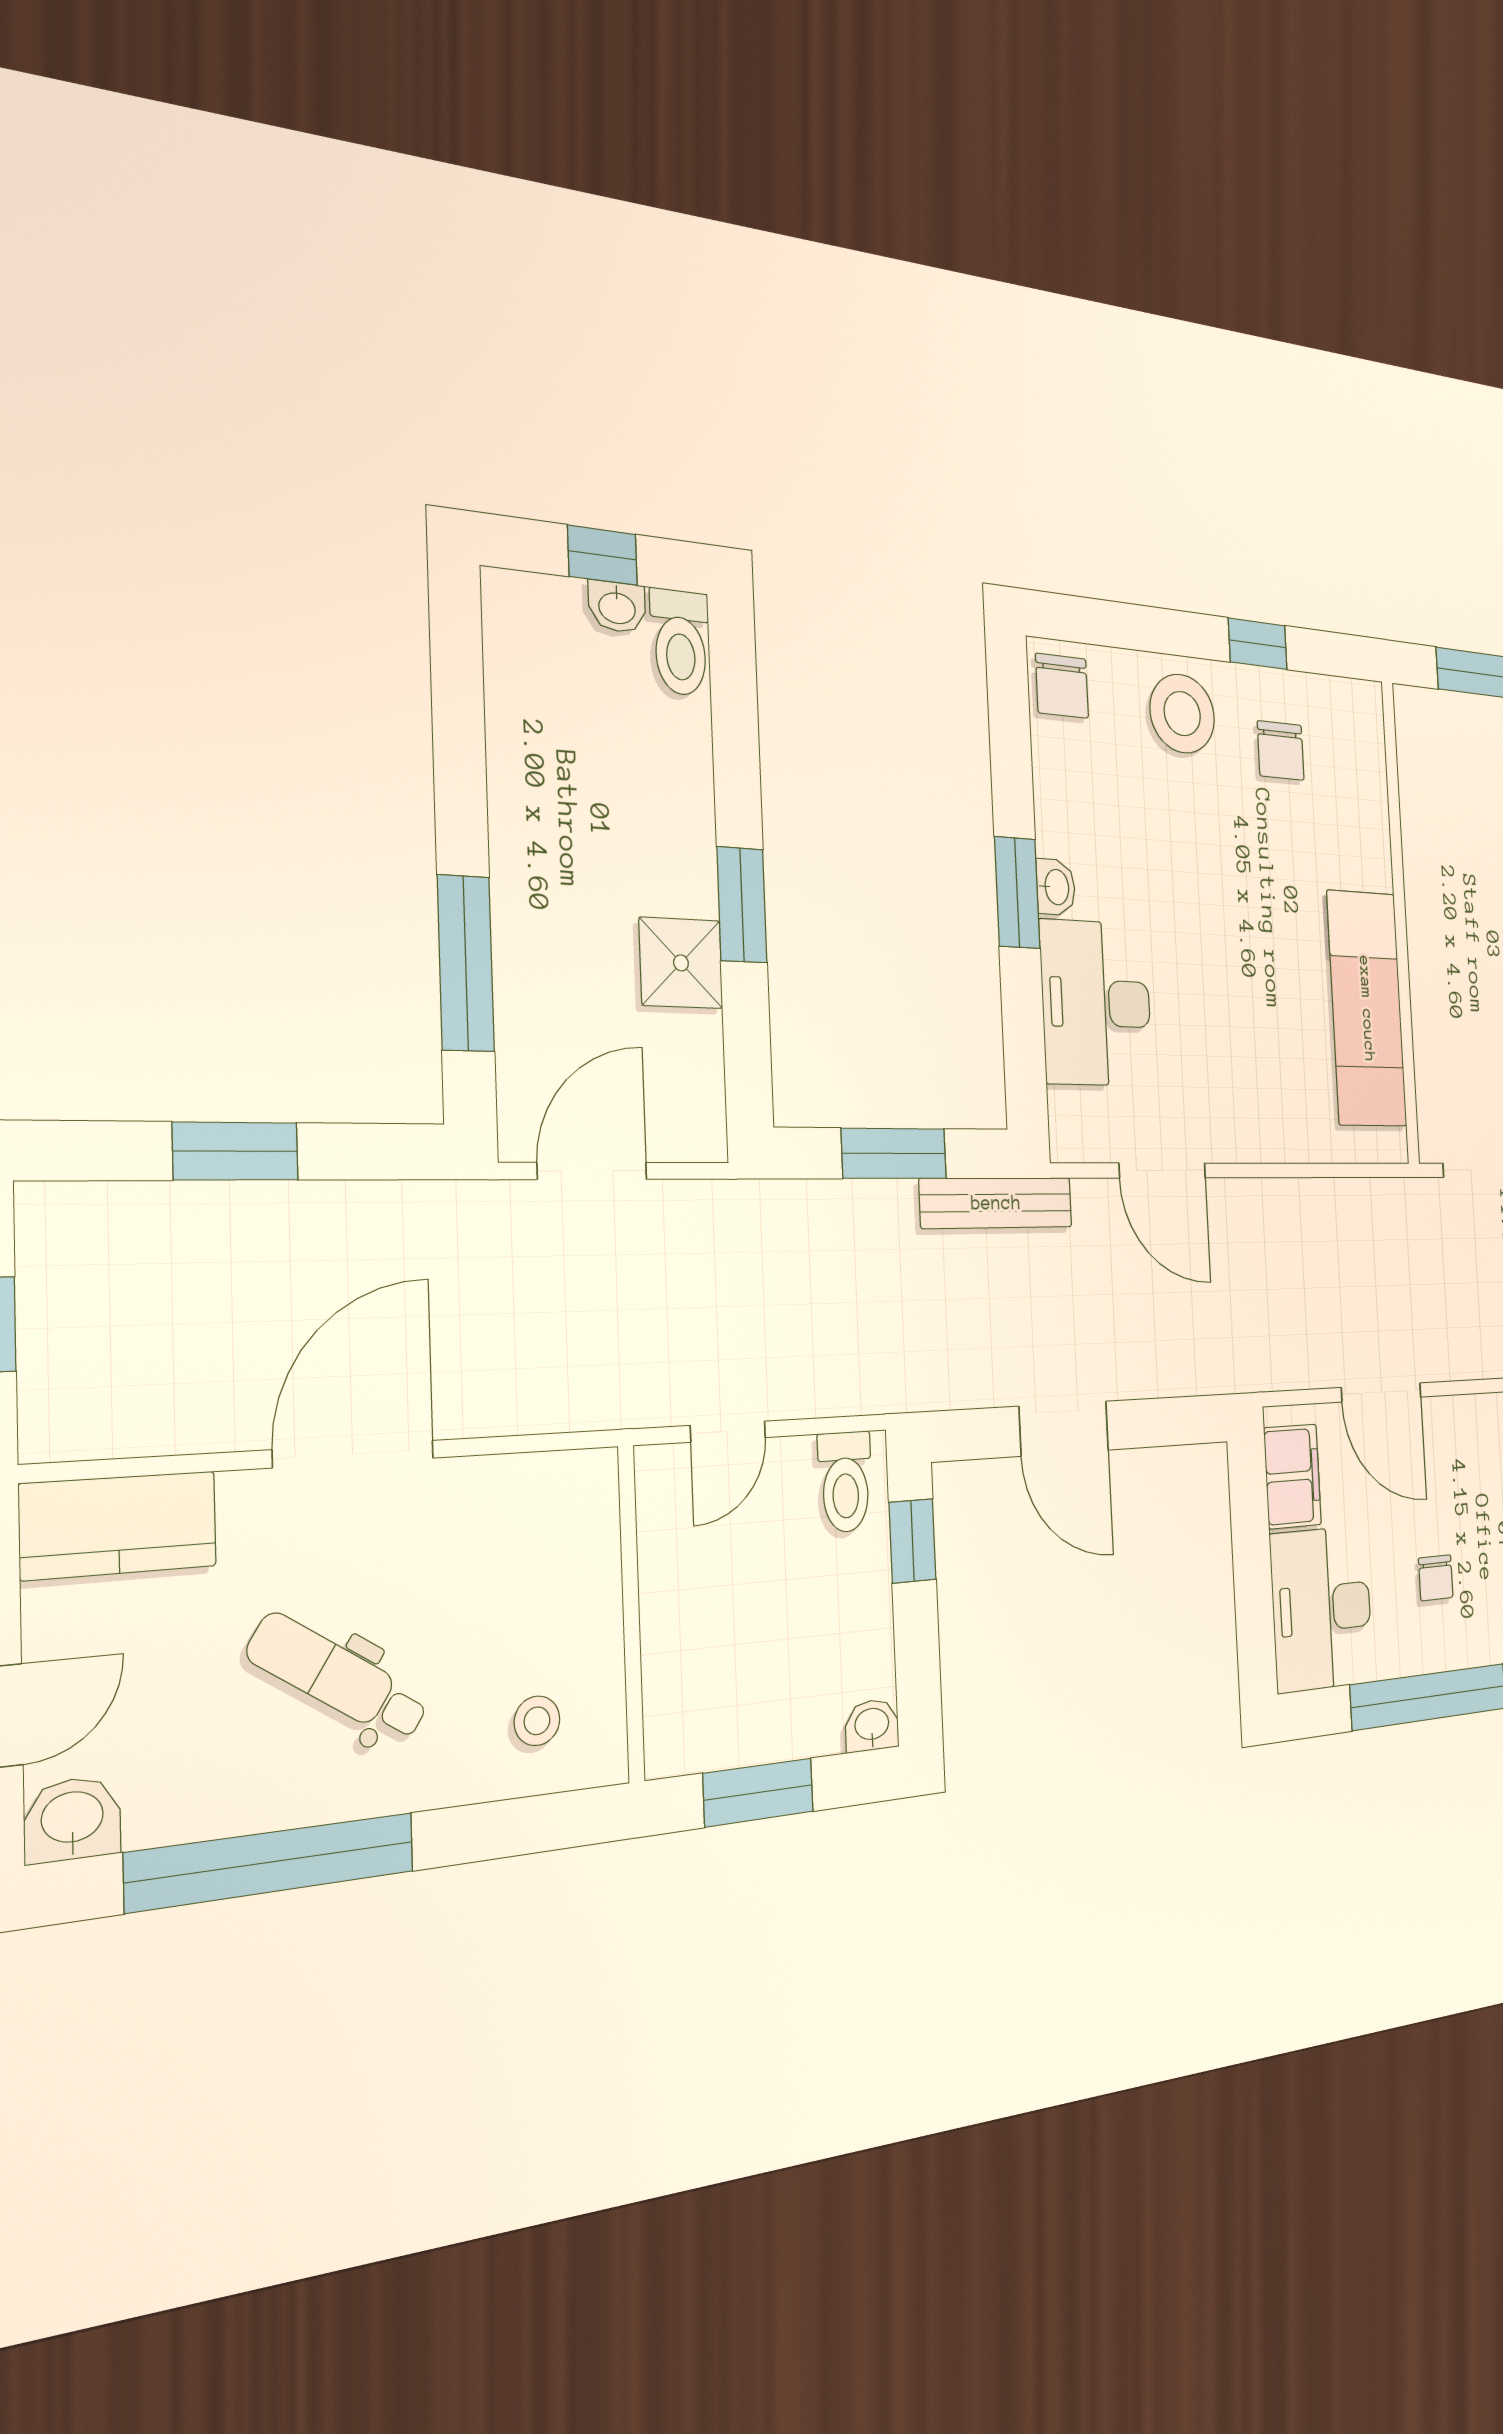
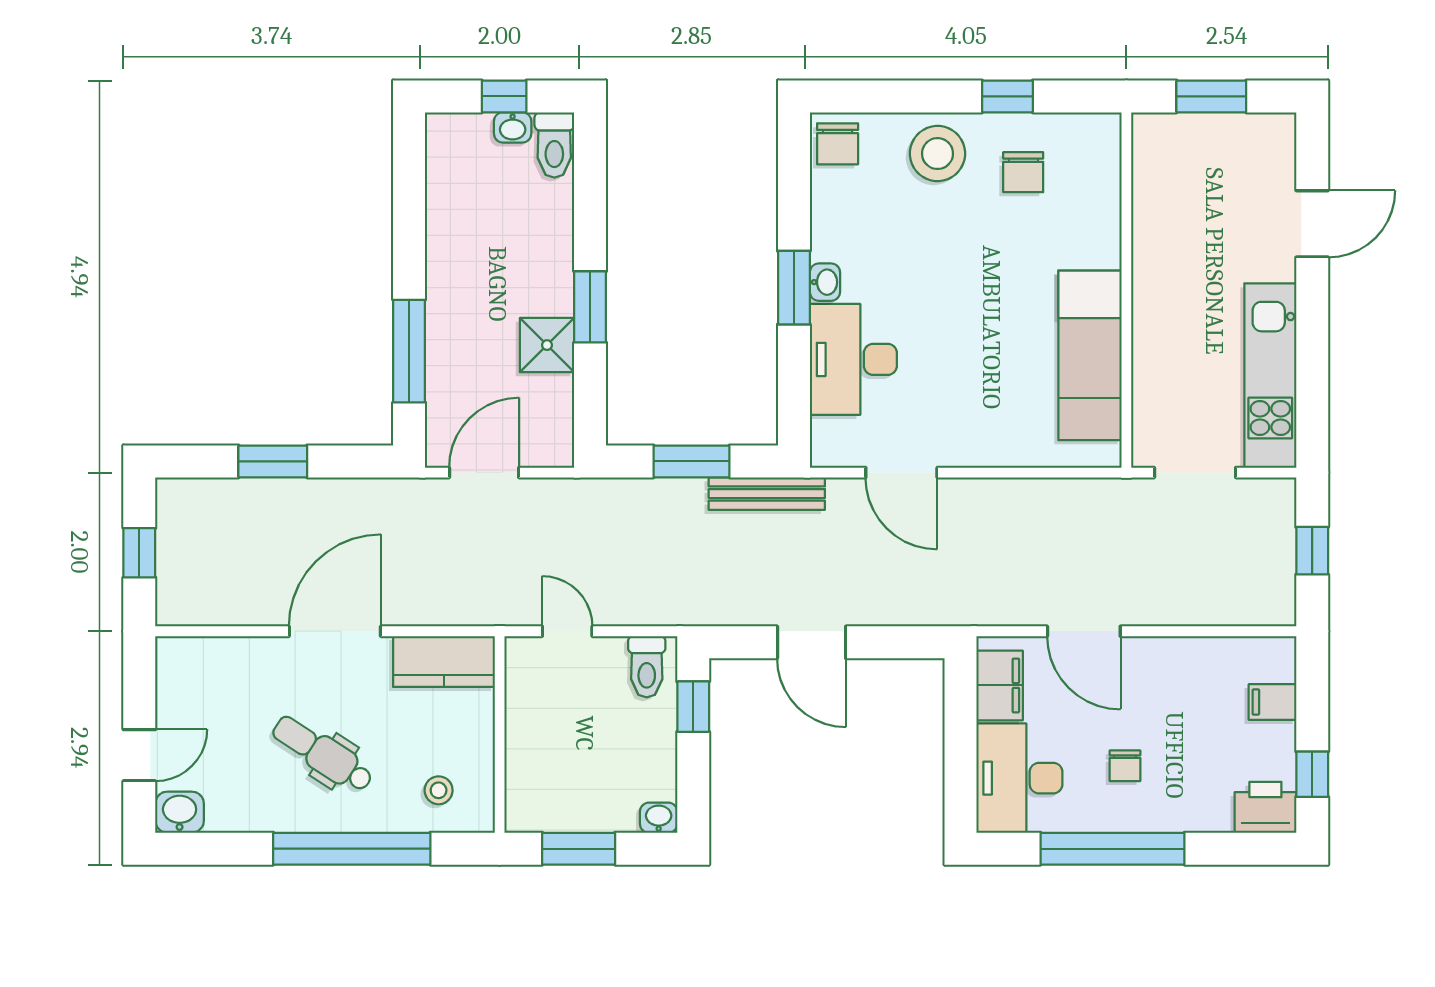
door: (728, 1432) -> (567, 631), swing flipped
kitchen counter: (119, 1525) -> (444, 661), moved
window: (272, 1862) -> (352, 849), moved

